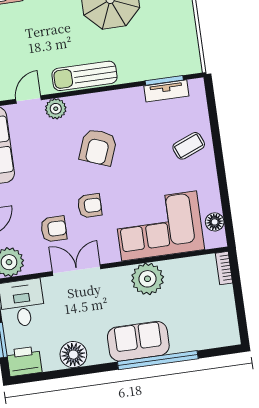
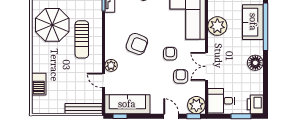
sun lounger: (84, 76) -> (82, 39), moved
sofa: (138, 341) -> (253, 22), moved
floor lamp: (73, 355) -> (255, 63), moved

